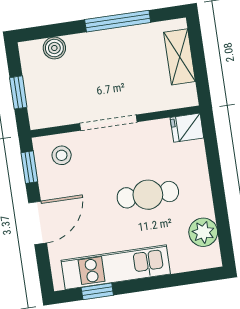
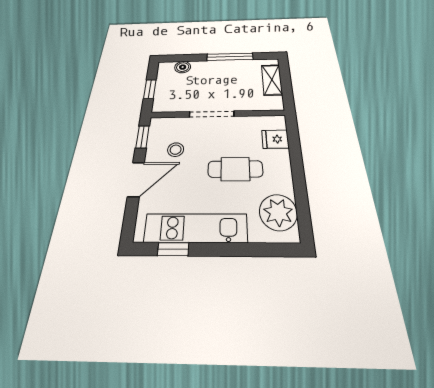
fridge: (187, 128) -> (275, 139), moved
stool: (62, 155) -> (176, 150), moved
plant: (203, 232) -> (278, 212), width x1.36, depth x1.36

